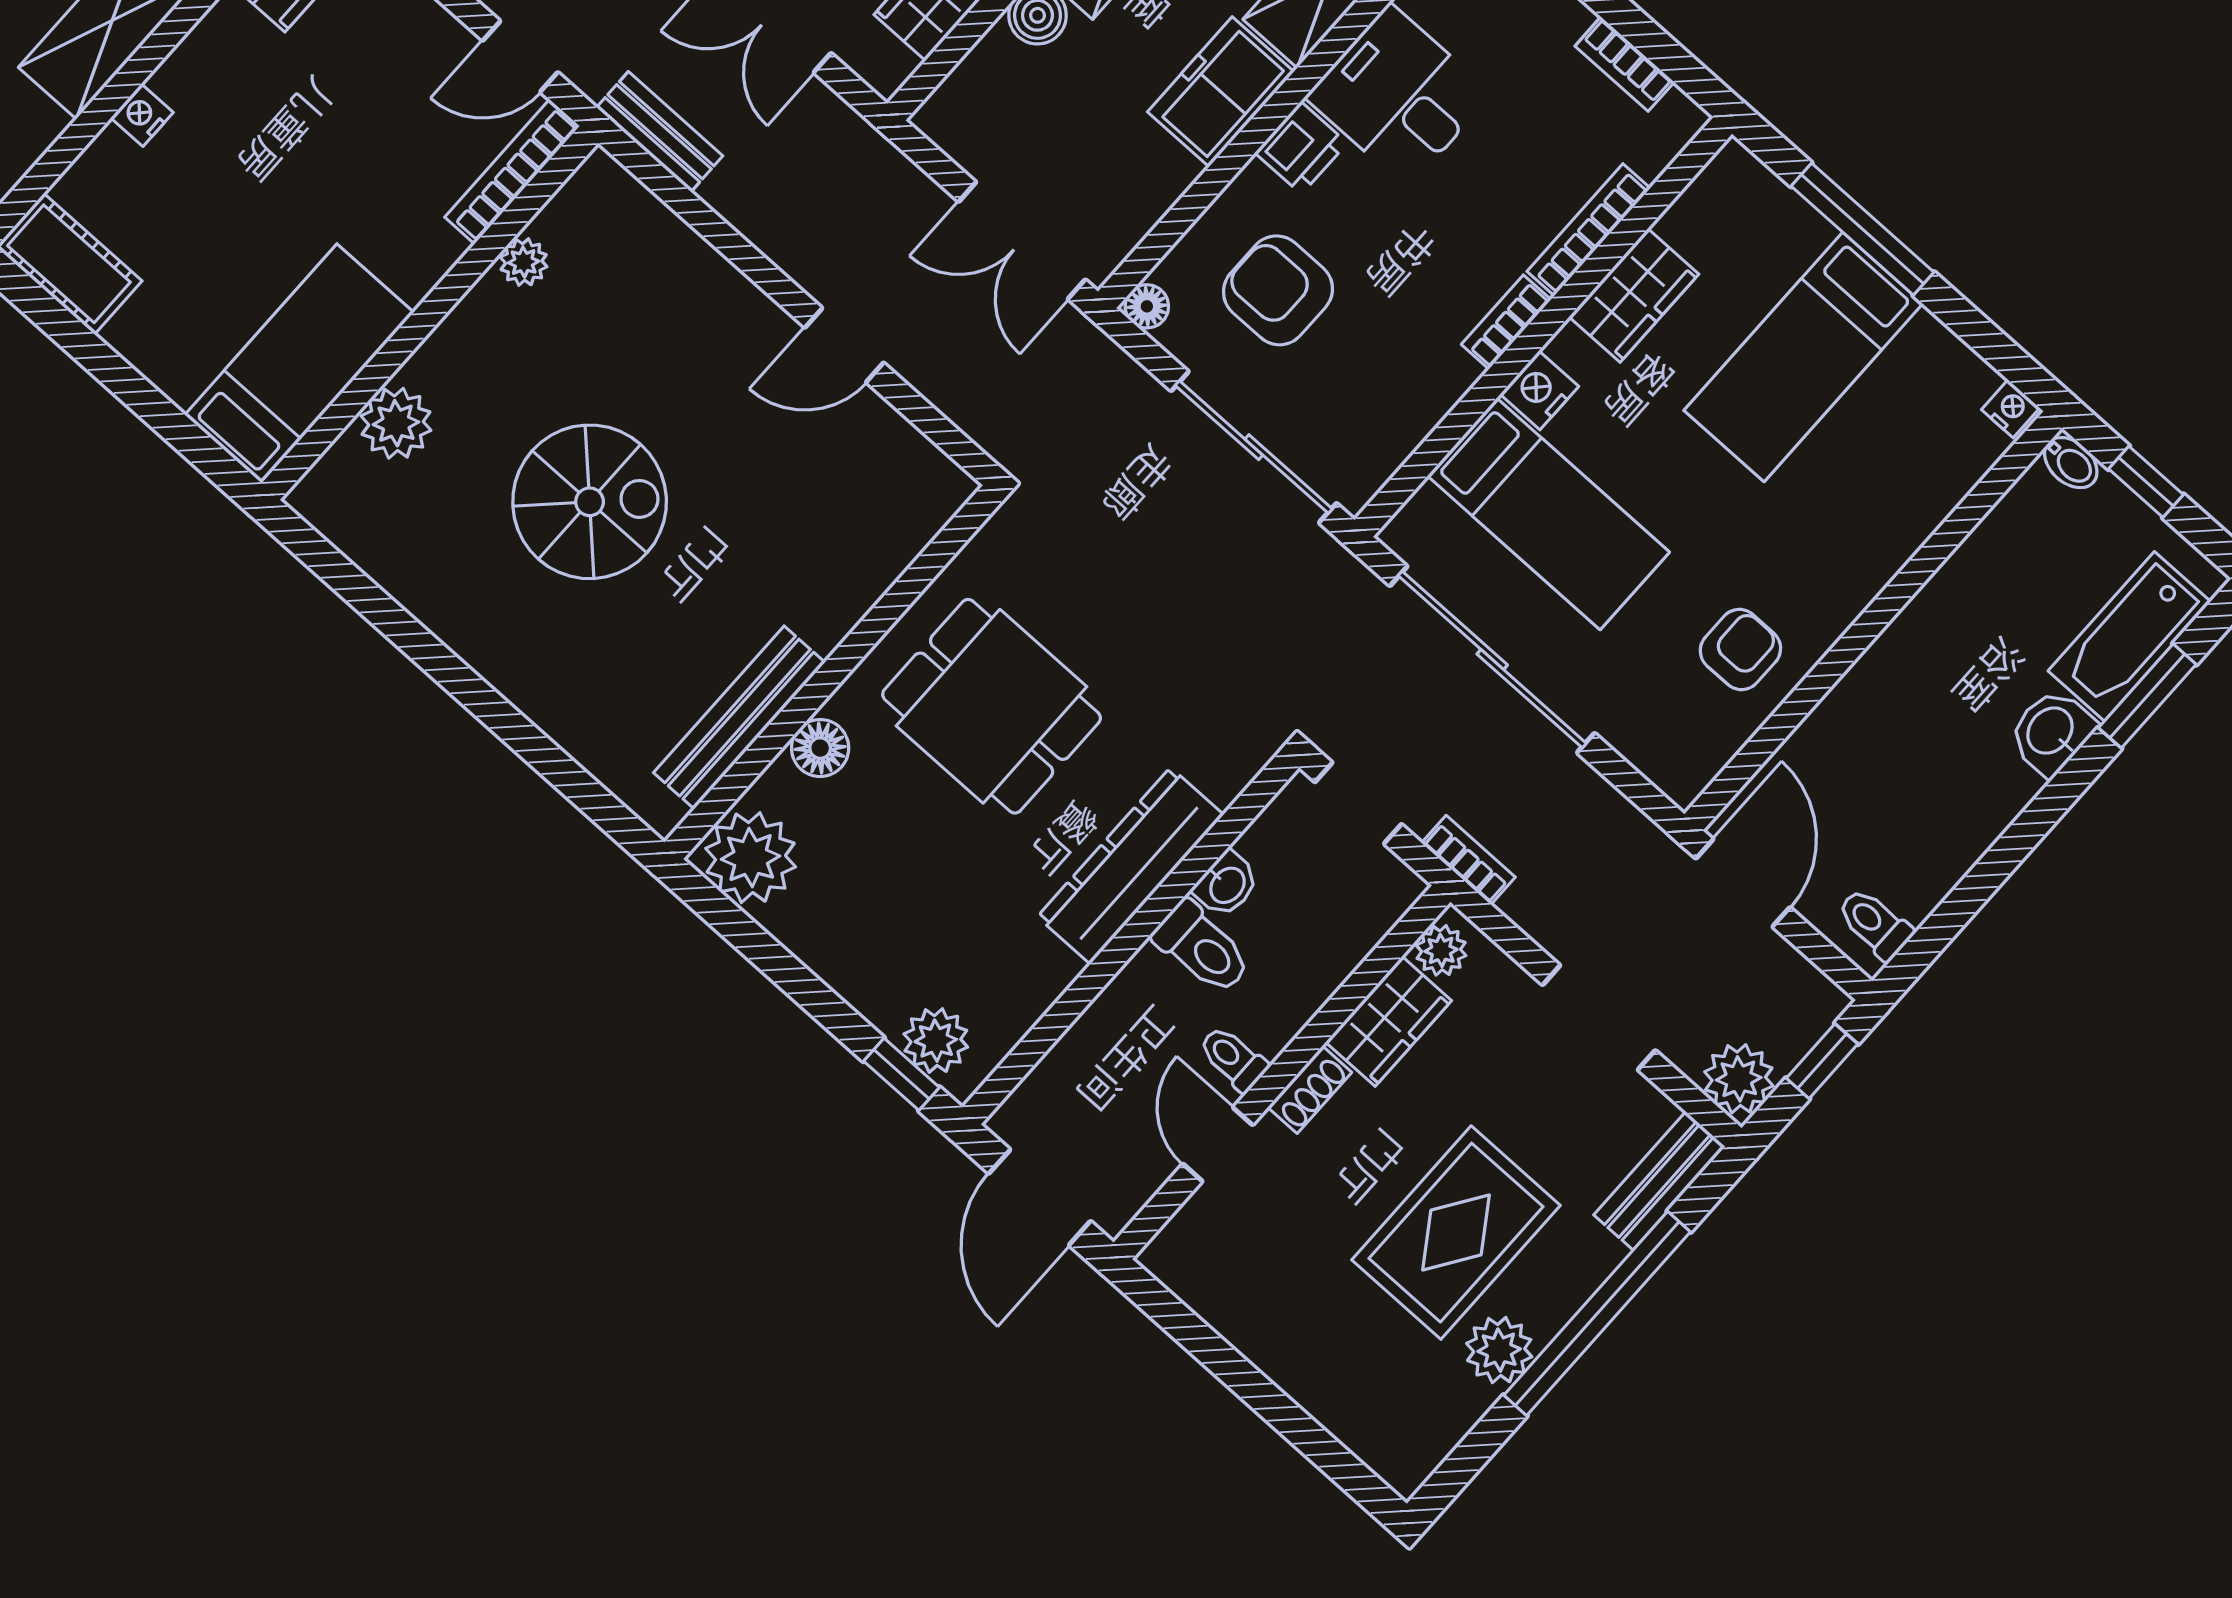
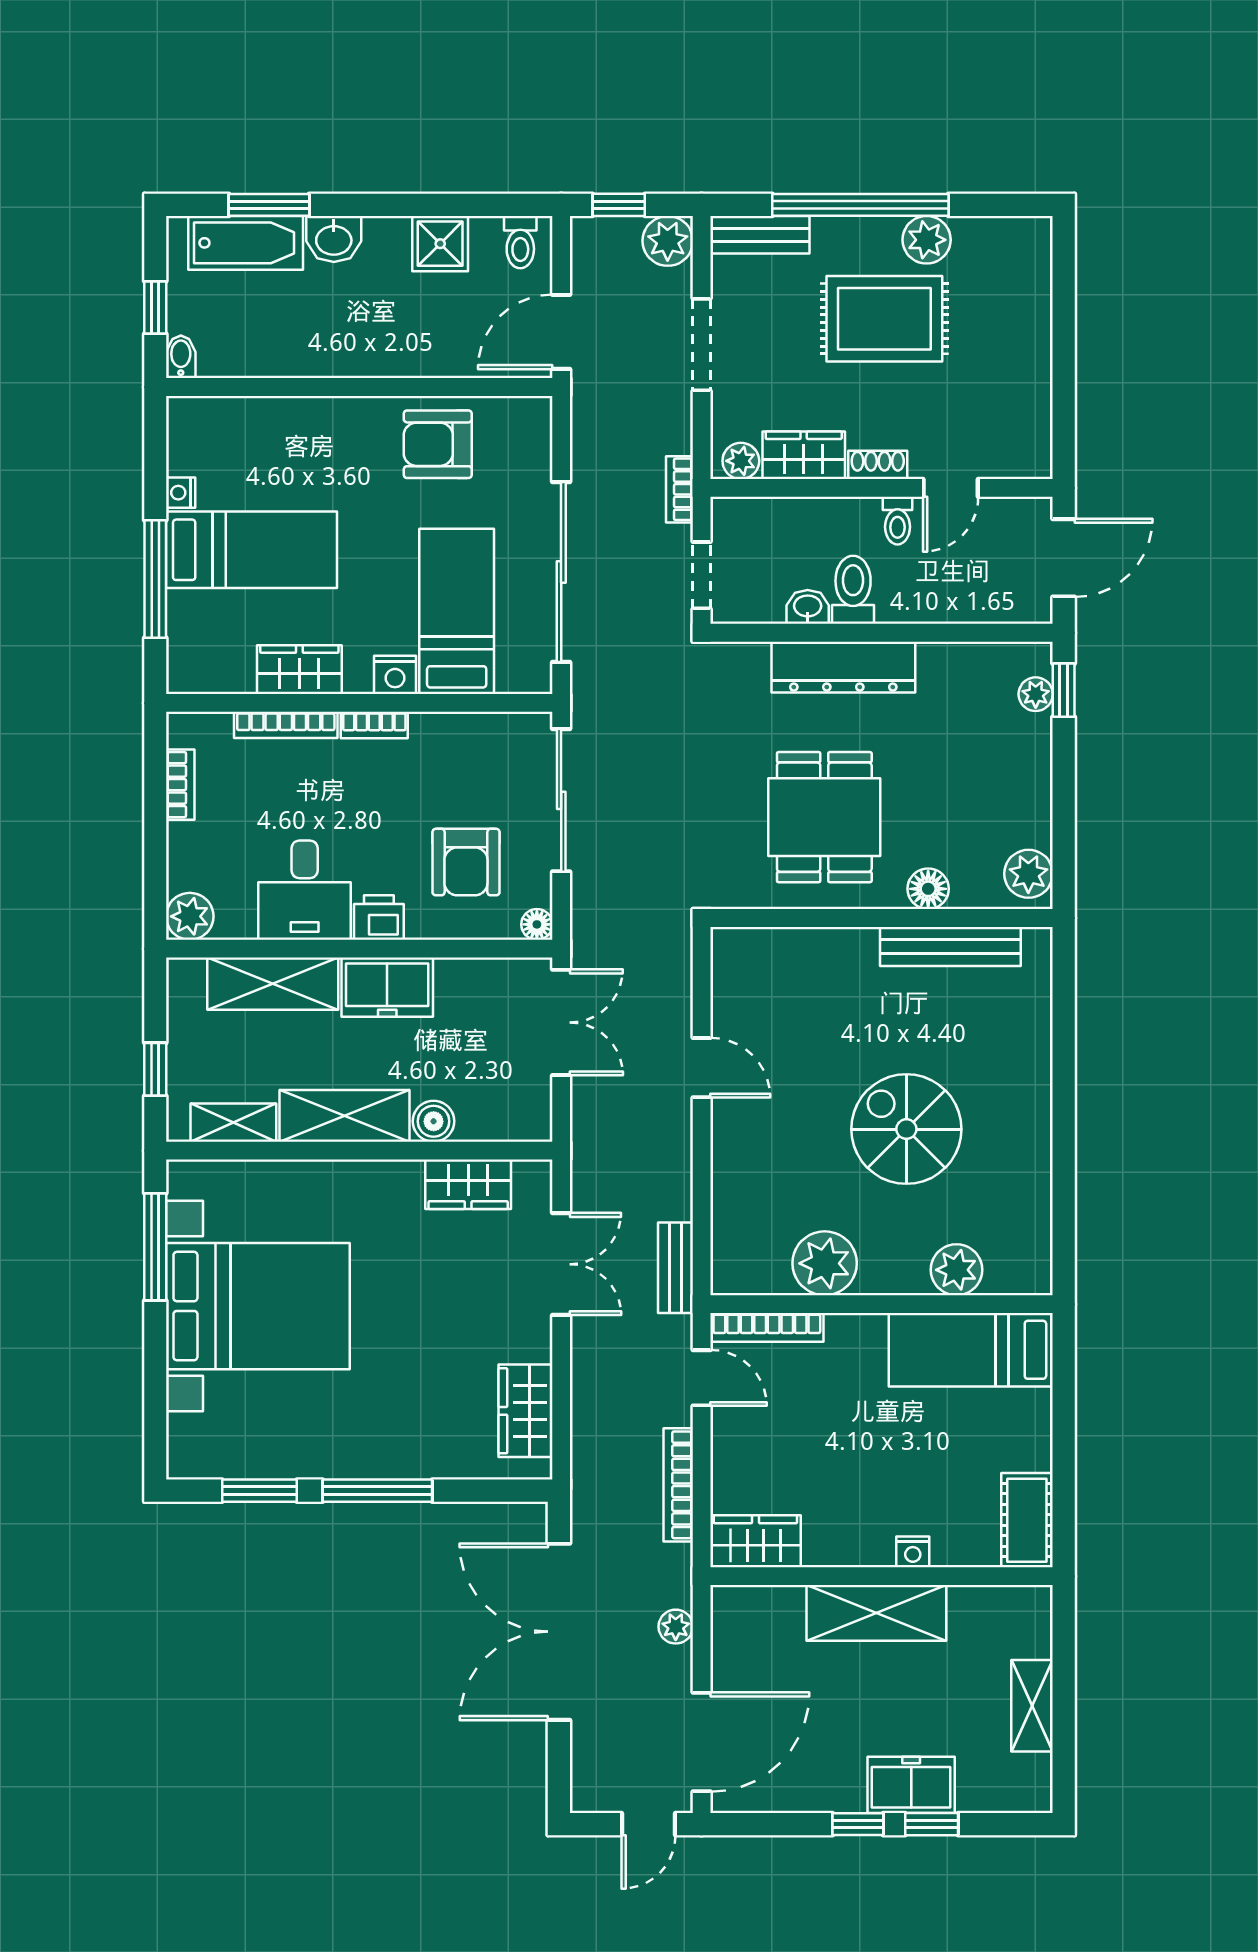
plant: (524, 262) -> (825, 1263), width x1.88, depth x1.88
nightstand: (2011, 409) -> (181, 493), moved
armchair: (1740, 650) -> (438, 444), width x1.38, depth x1.38
shower: (1948, 839) -> (440, 244), added
plant: (751, 858) -> (1028, 874), width x0.73, depth x0.73
plant: (936, 1041) -> (1036, 694), width x0.73, depth x0.73

